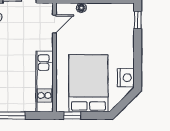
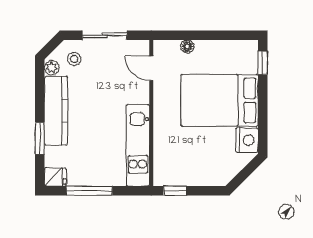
door: (54, 24) -> (151, 68), swing flipped
bed: (88, 83) -> (220, 100), moved, turned -90

